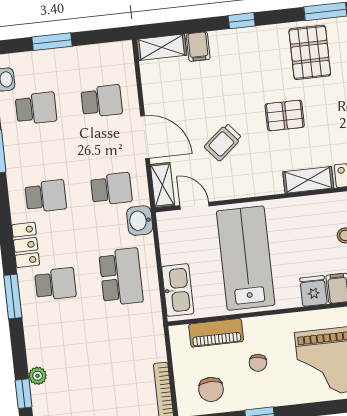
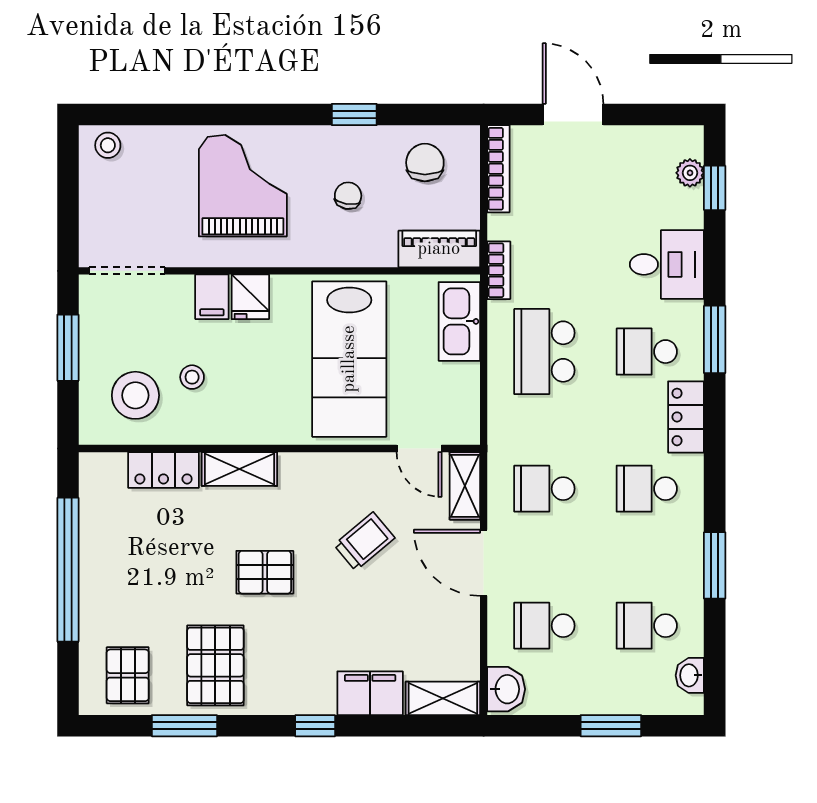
filing cabinet: (198, 47) -> (370, 693), width x2.00
washbasin: (140, 221) -> (506, 689), moved
bookcase: (156, 326) -> (499, 270), added
piano: (216, 333) -> (439, 249), moved
desk: (49, 341) -> (667, 264), added
plant: (38, 376) -> (690, 173), moved

